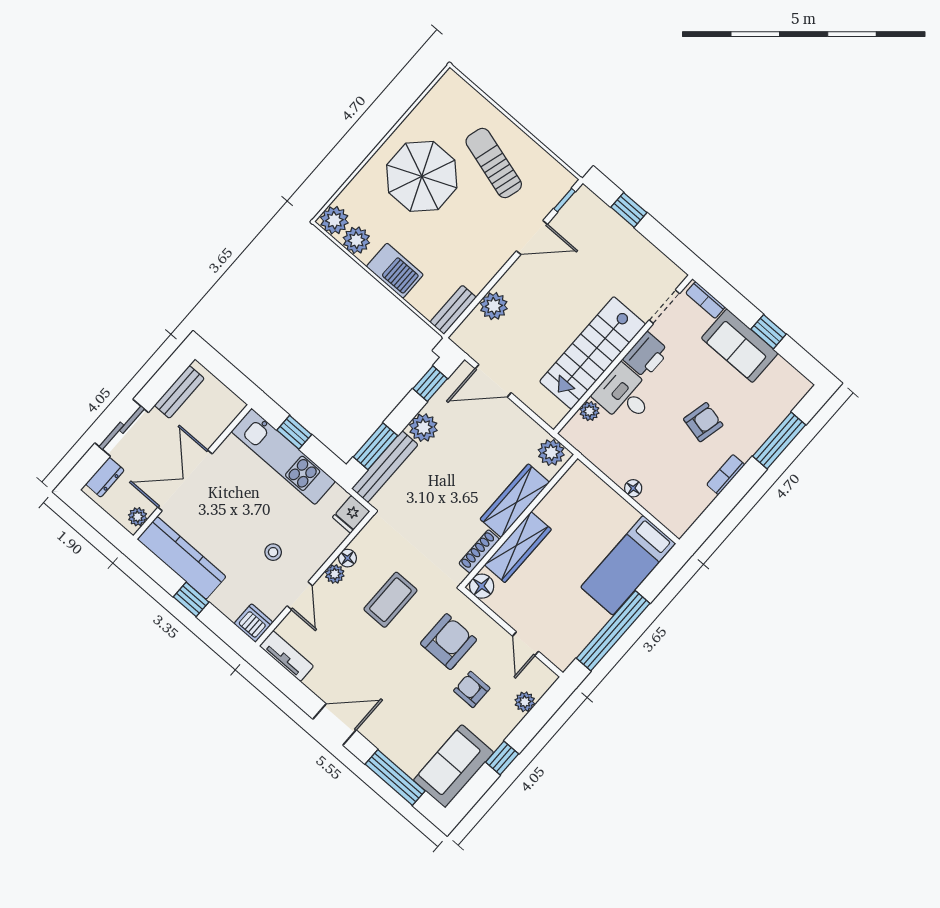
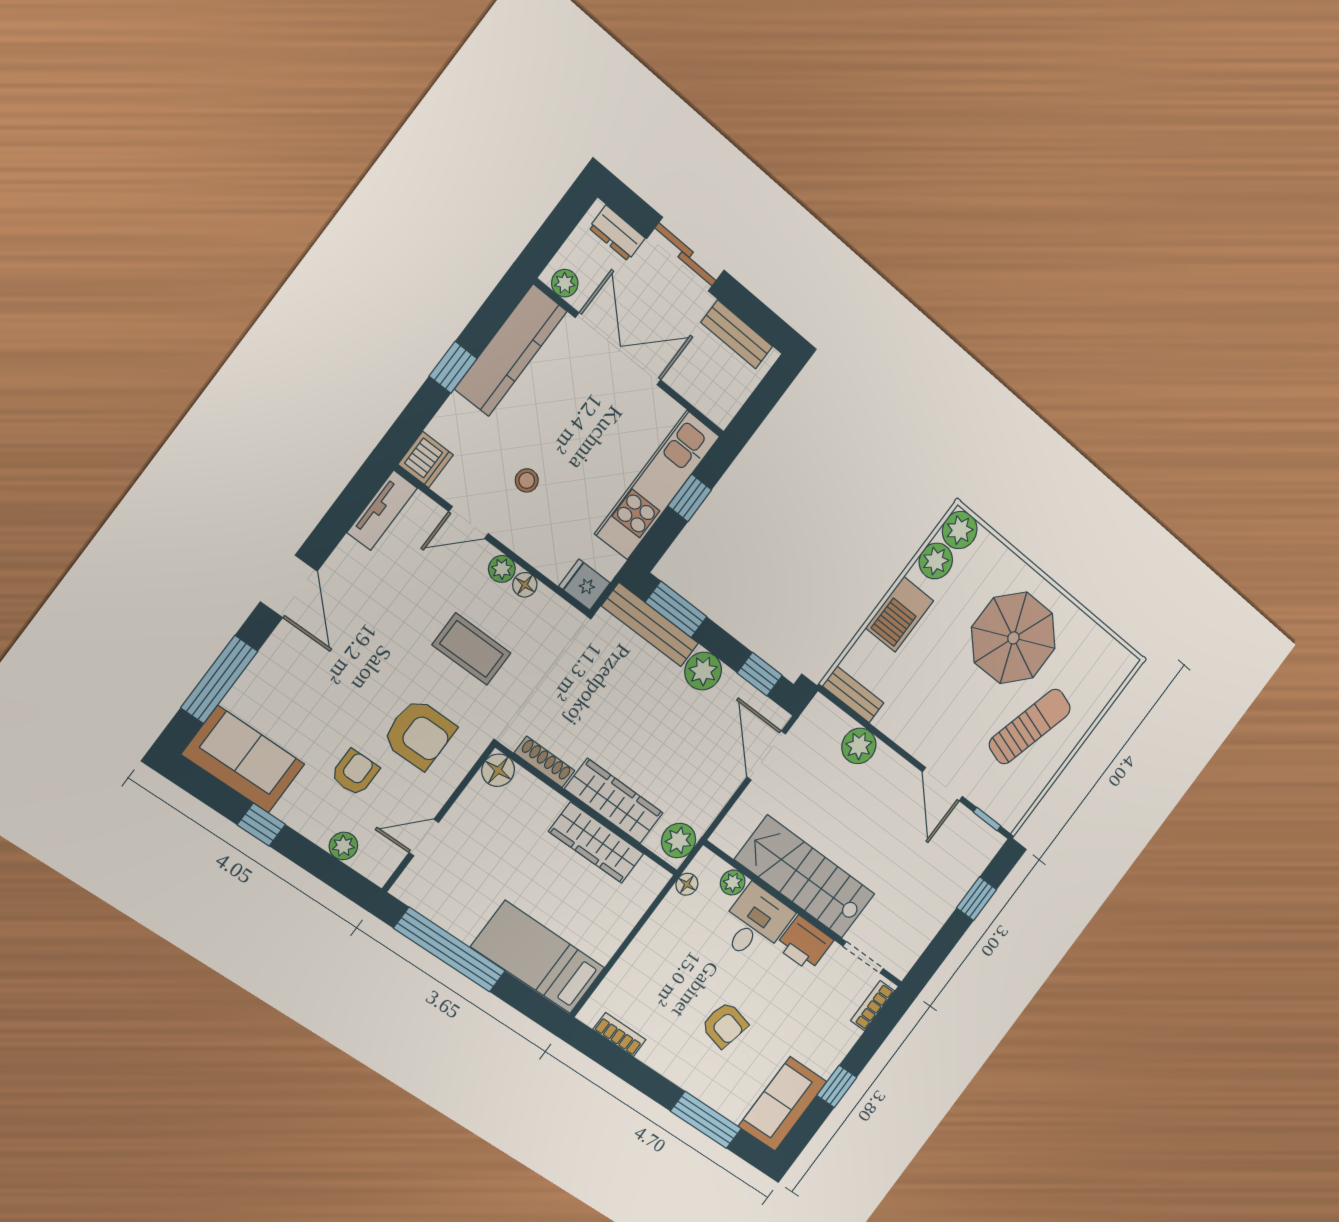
sofa: (740, 346) -> (783, 1104), moved
bookcase: (726, 475) -> (619, 1034), moved
floor lamp: (633, 488) -> (687, 884), moved
wardrobe: (518, 547) -> (596, 843), moved

